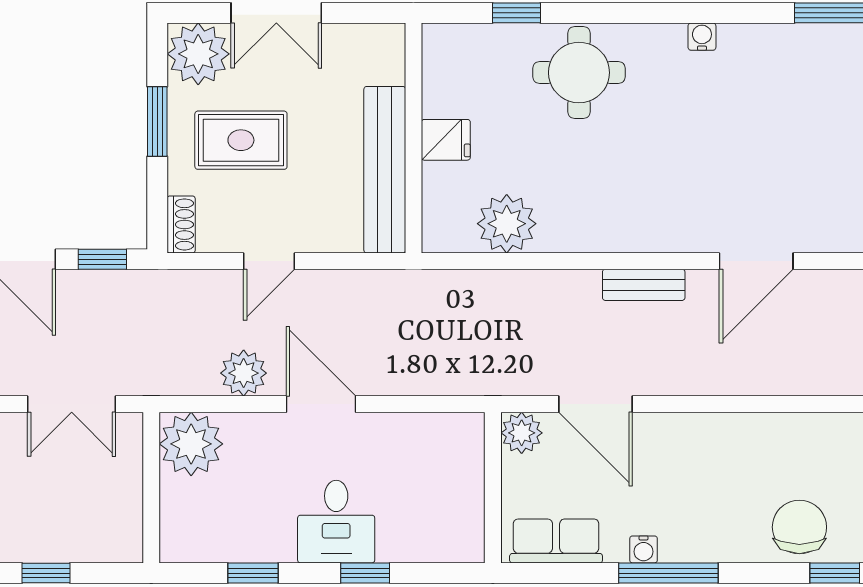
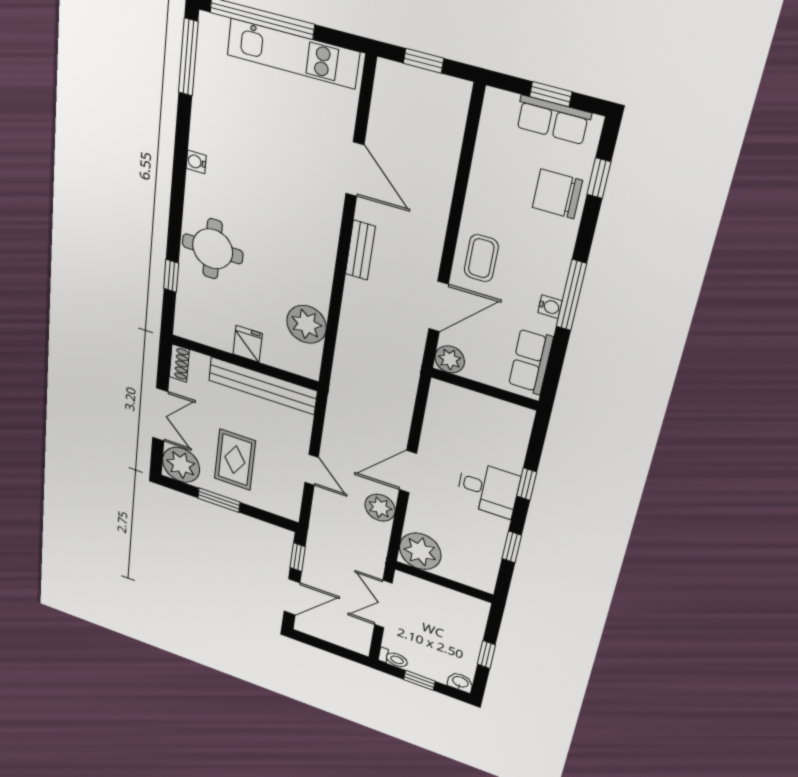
shoe rack: (181, 224) -> (179, 363), moved, turned 90
double door: (72, 404) -> (383, 604), swing flipped
coffee table: (683, 448) -> (481, 258), added

